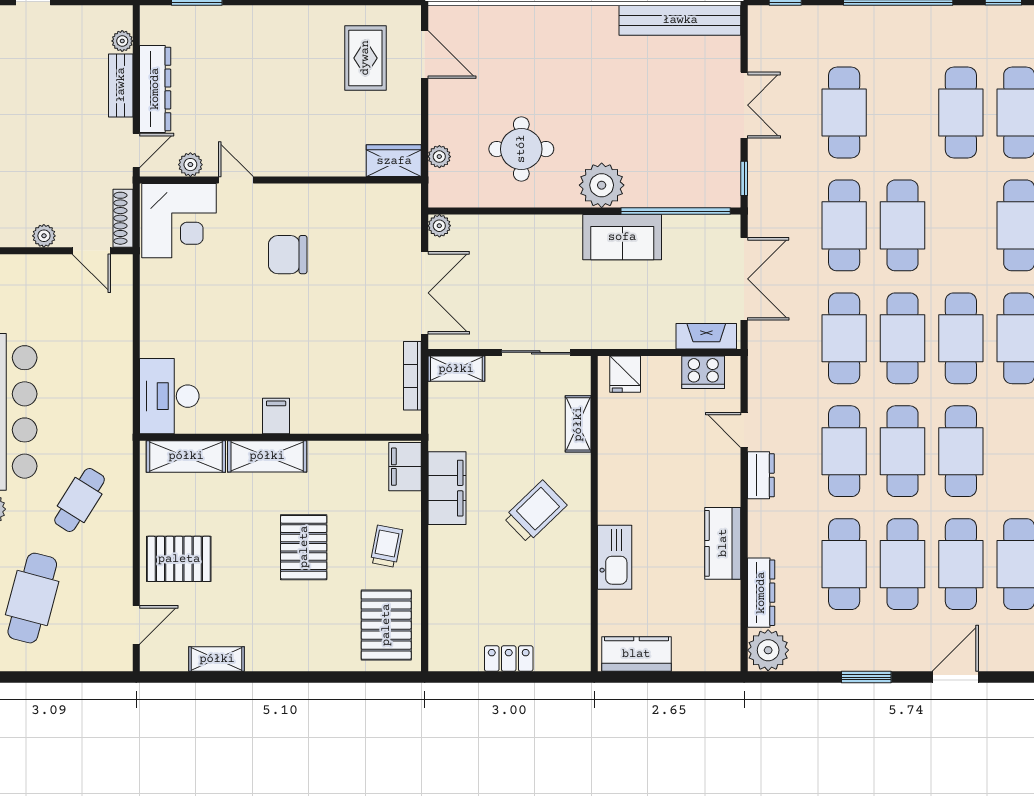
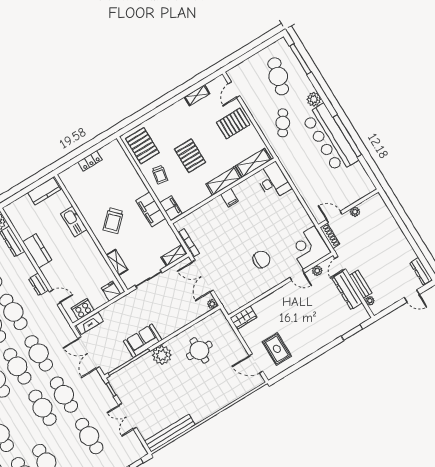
plant: (439, 157) -> (228, 329), removed

